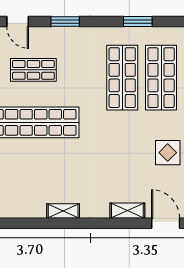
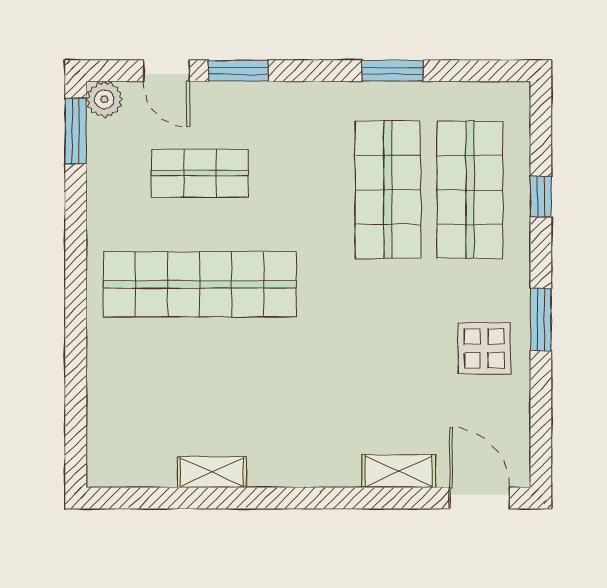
window: (65, 21) -> (238, 71), moved
window: (138, 21) -> (393, 71), moved
shelving: (63, 211) -> (212, 472), moved

